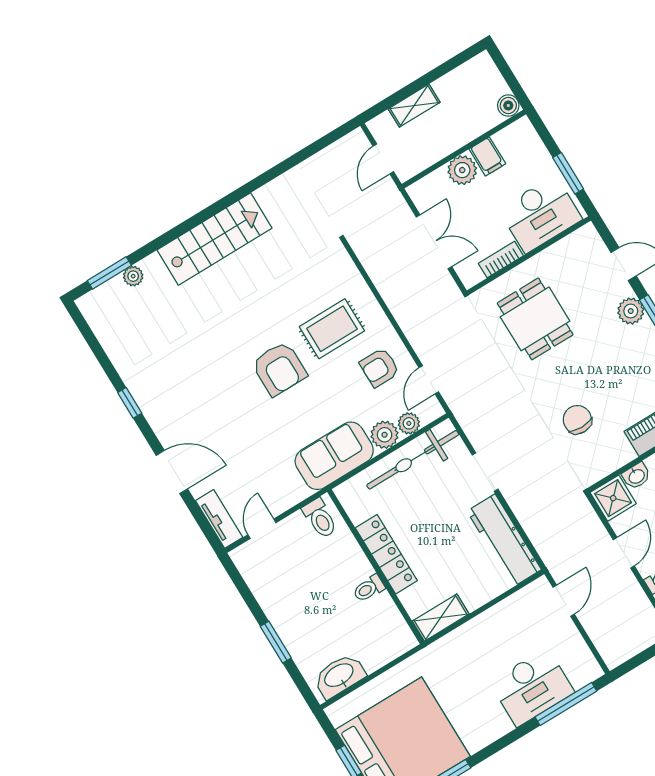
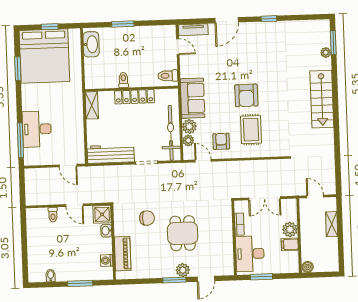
dining table: (535, 319) -> (183, 233), moved, turned 90
armchair: (279, 369) -> (246, 95), turned -90

